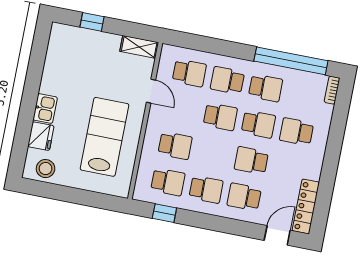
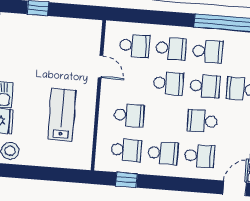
shelving: (139, 47) -> (85, 26), removed
school desk: (227, 80) -> (171, 48), turned 180
lab bench: (104, 137) -> (62, 115), width x0.73, depth x0.72
school desk: (244, 197) -> (199, 156), turned 180

